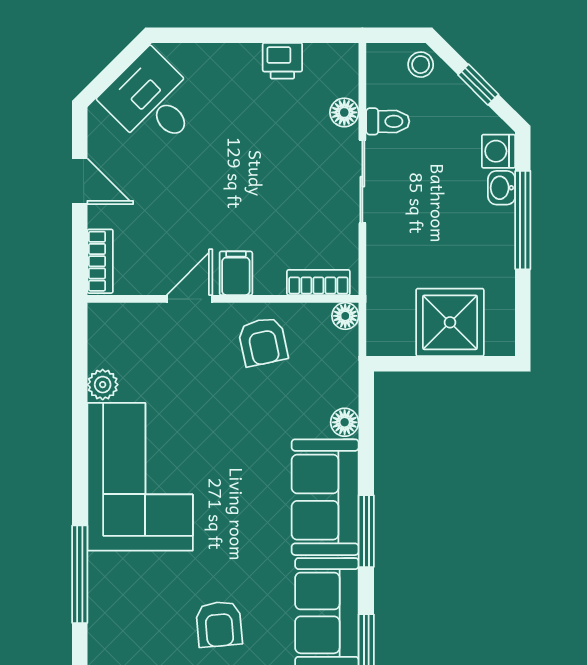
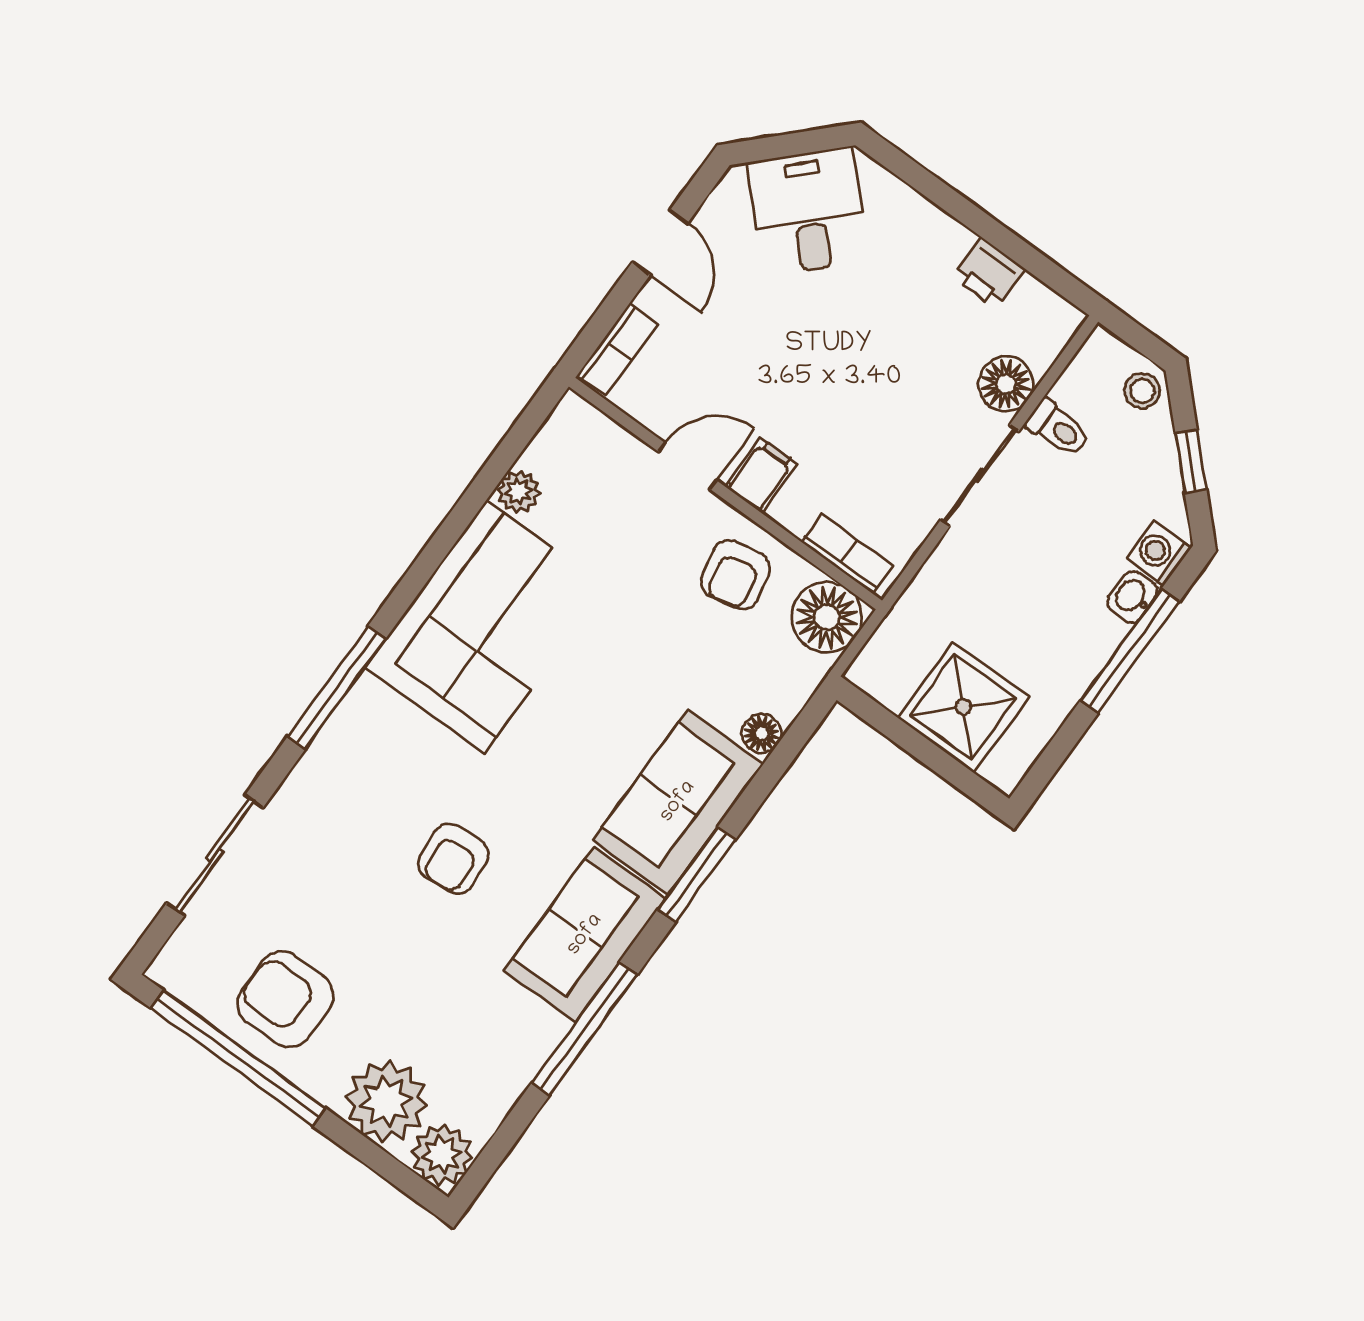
floor lamp: (344, 112) -> (1006, 384), width x1.37, depth x1.37
floor lamp: (345, 316) -> (827, 617), width x1.89, depth x1.89

